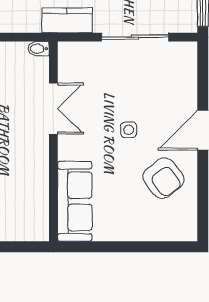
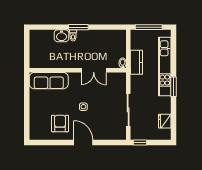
kitchen counter: (67, 20) -> (136, 62), moved
armchair: (163, 178) -> (60, 124), turned 127

